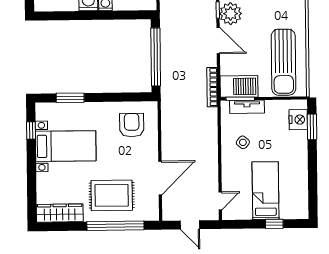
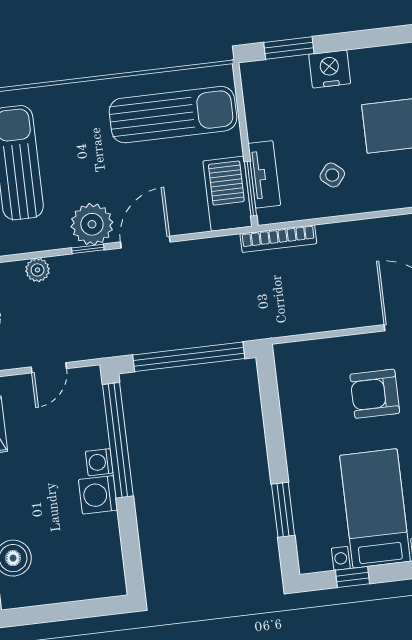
window: (116, 15) -> (118, 440), added
bookcase: (212, 87) -> (278, 239), moved
nightstand: (298, 120) -> (330, 69), moved
armchair: (132, 125) -> (375, 394), moved

